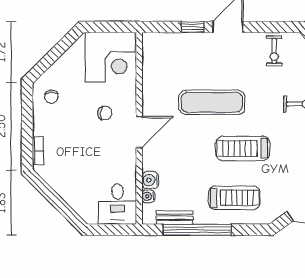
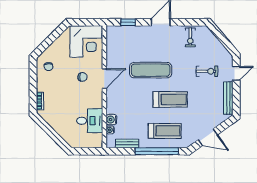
window: (193, 27) -> (128, 22), moved
door: (139, 132) -> (104, 79), moved
treadmill: (243, 148) -> (170, 99), turned 180
desk: (118, 204) -> (90, 121), moved, turned -90
window: (197, 230) -> (157, 151), moved

